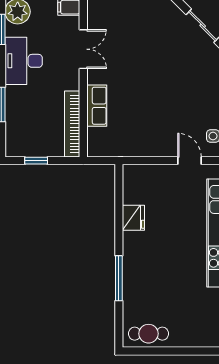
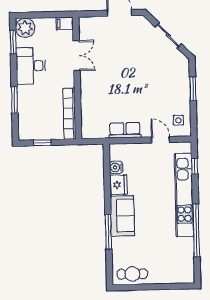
row of seats: (97, 106) -> (125, 130), moved, turned -90
water cooler: (131, 195) -> (116, 167), added
sofa: (138, 258) -> (122, 216), added

